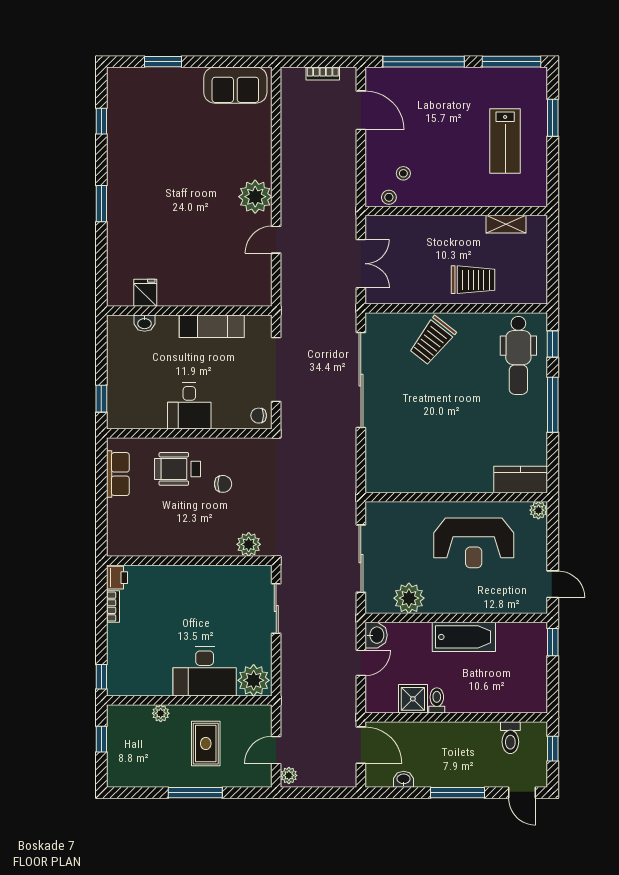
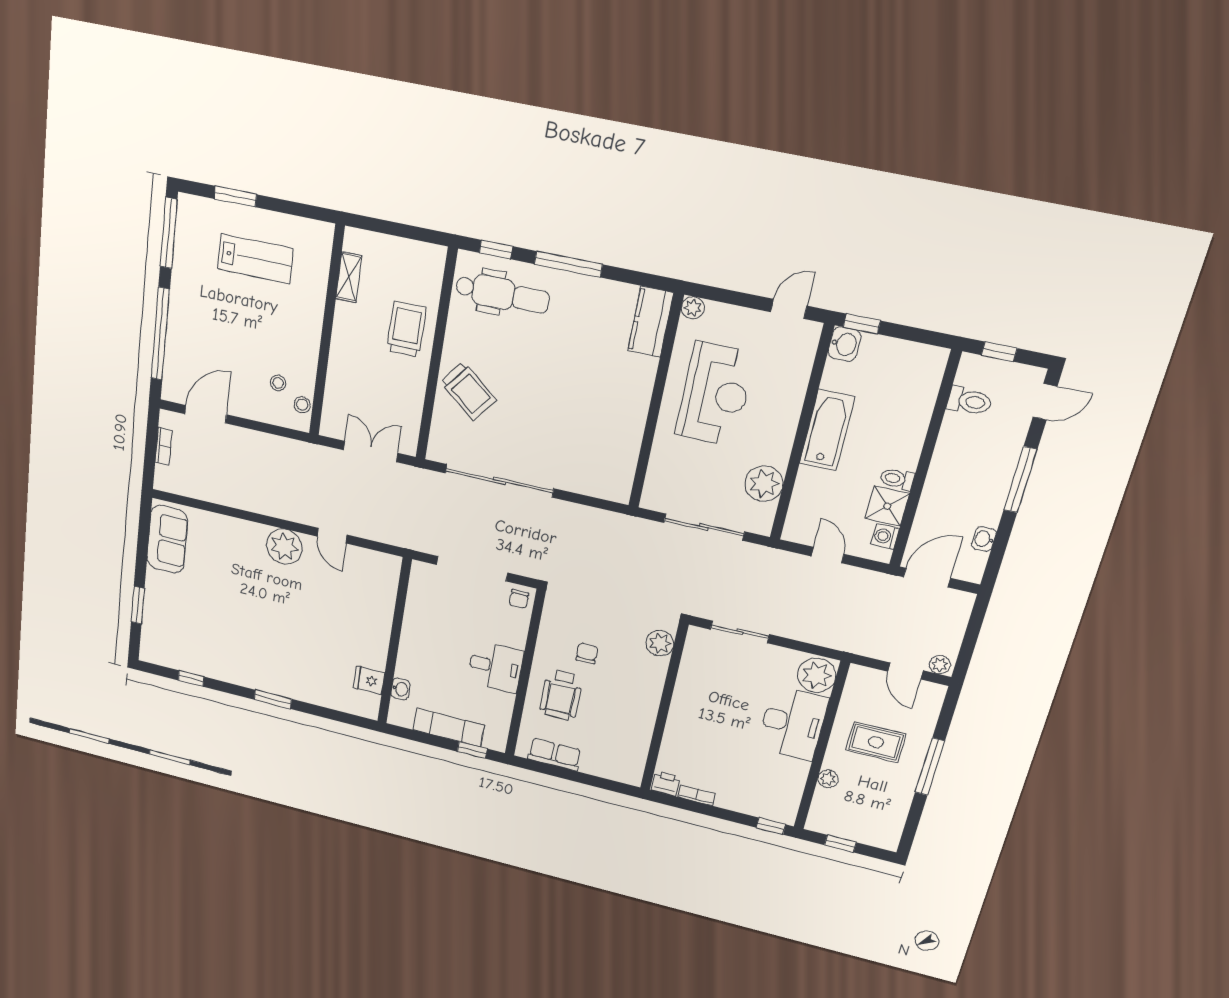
exam couch: (212, 326) -> (448, 727), moved, turned -90
washbasin: (376, 635) -> (844, 344), moved, turned 90
washing machine: (387, 704) -> (885, 536), added

